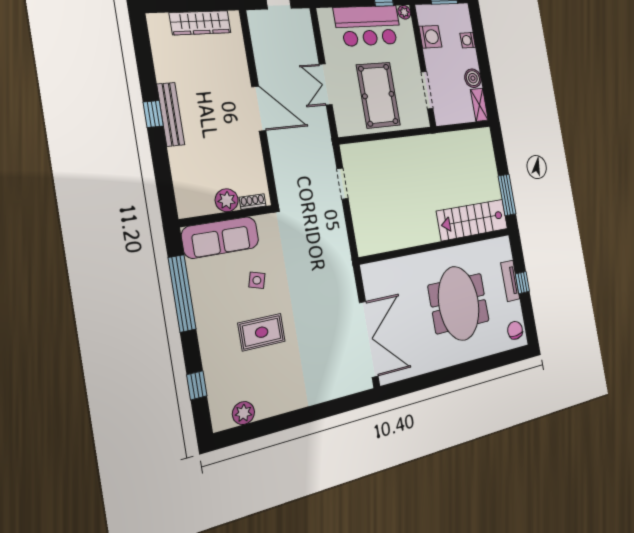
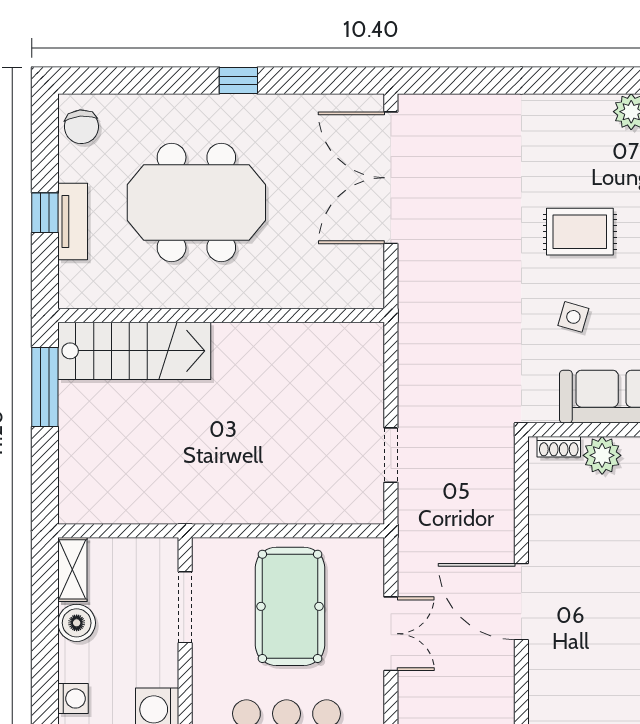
meeting table: (459, 303) -> (196, 203), turned 90
window: (451, 374) -> (238, 81), added

